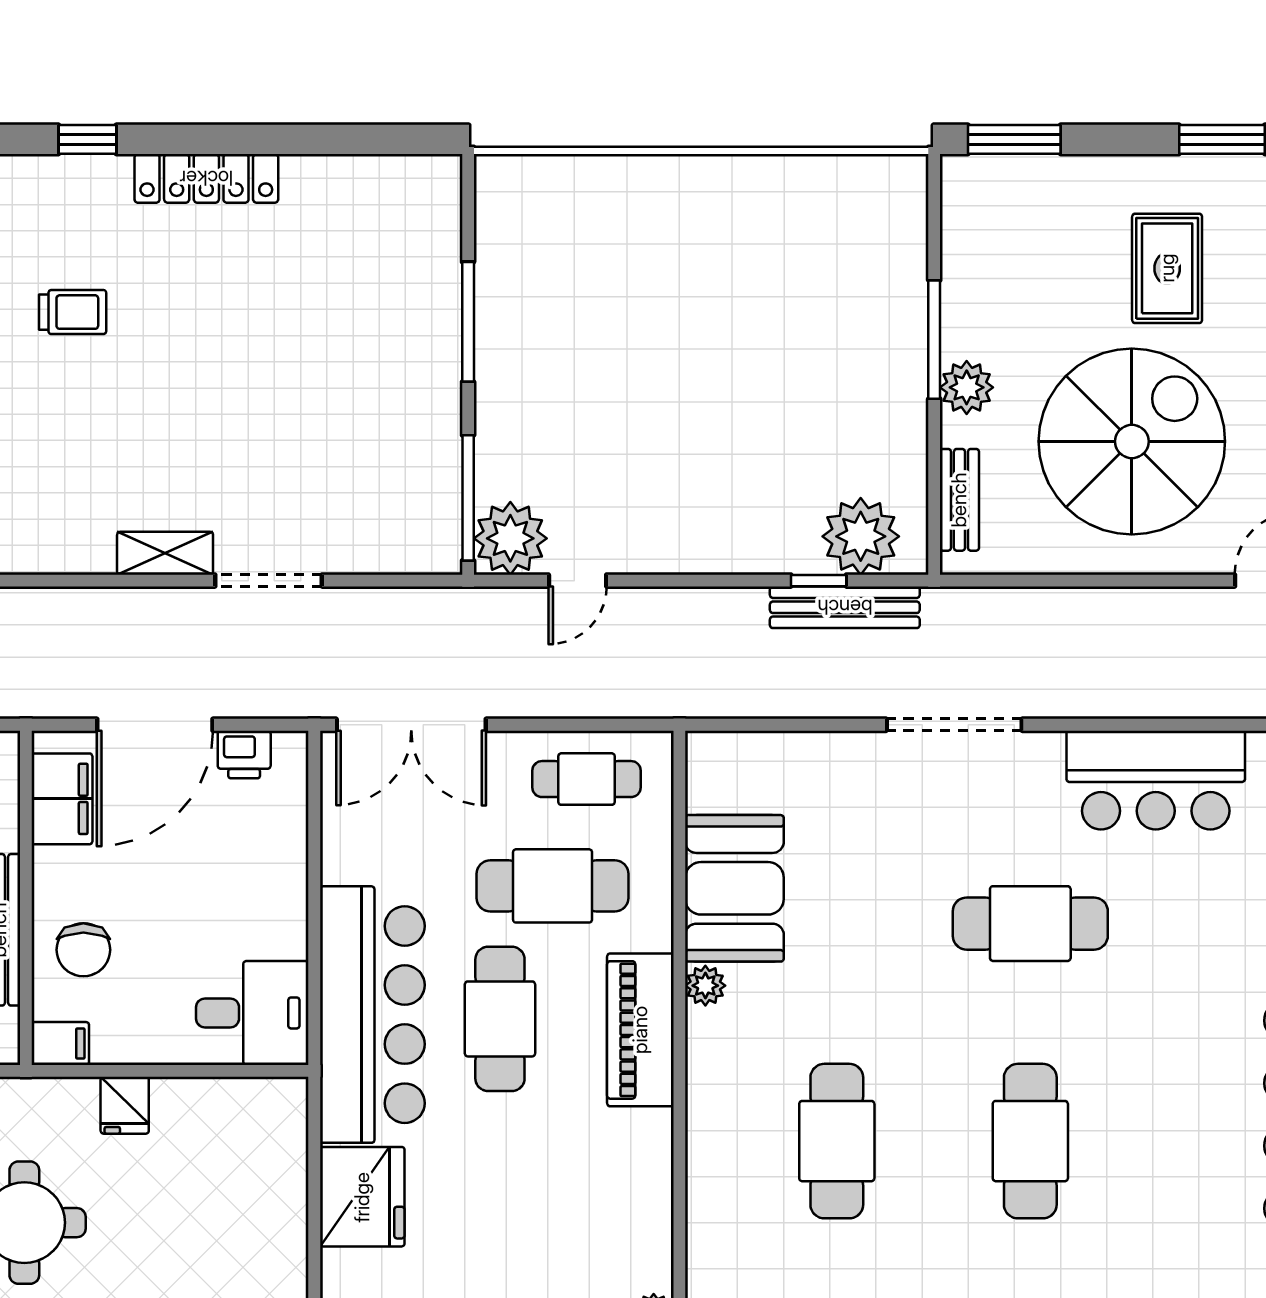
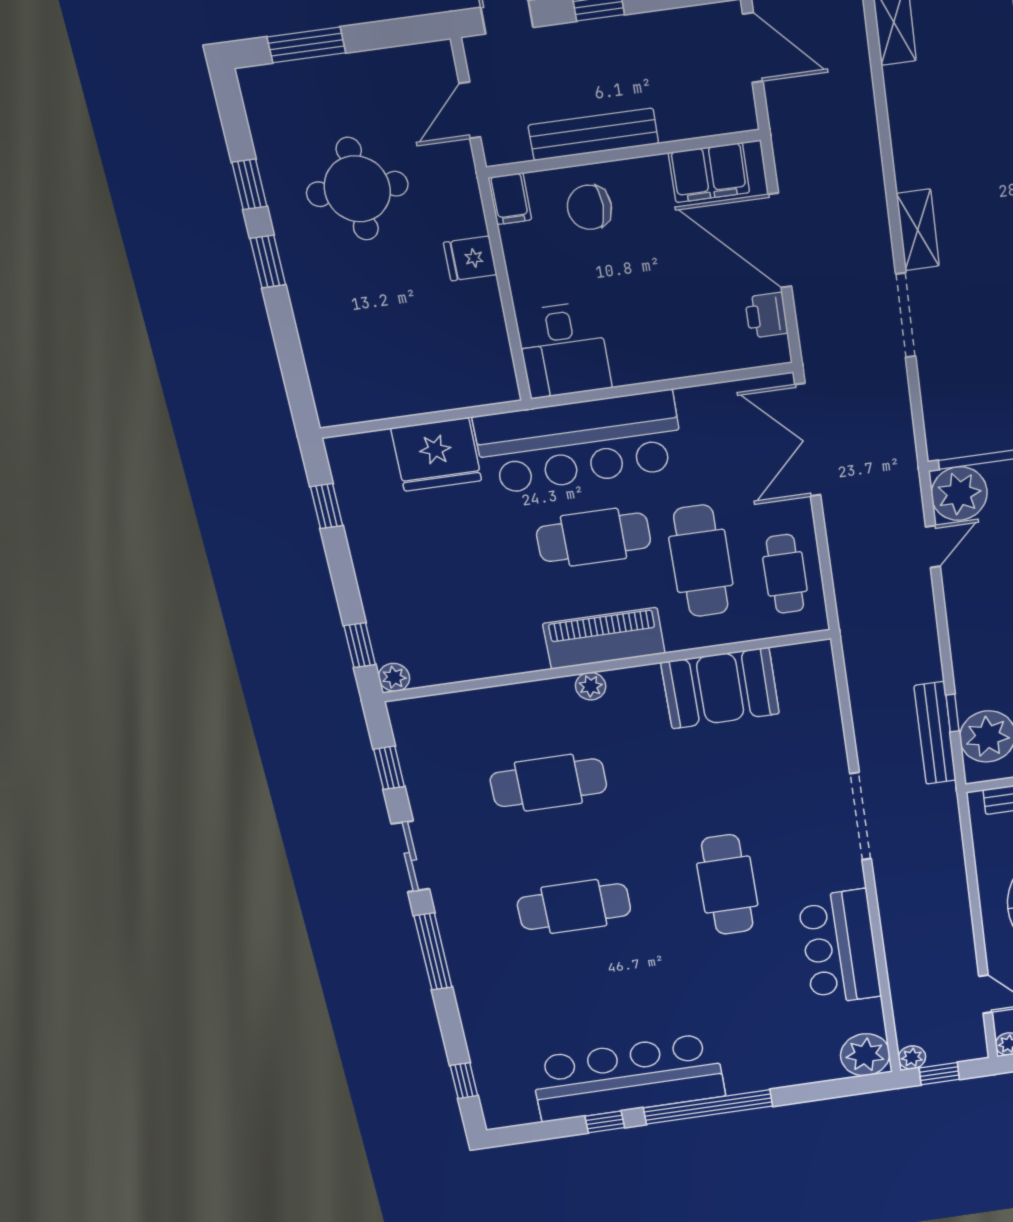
door: (578, 581) -> (933, 547), swing flipped
plant: (705, 986) -> (591, 686), moved

